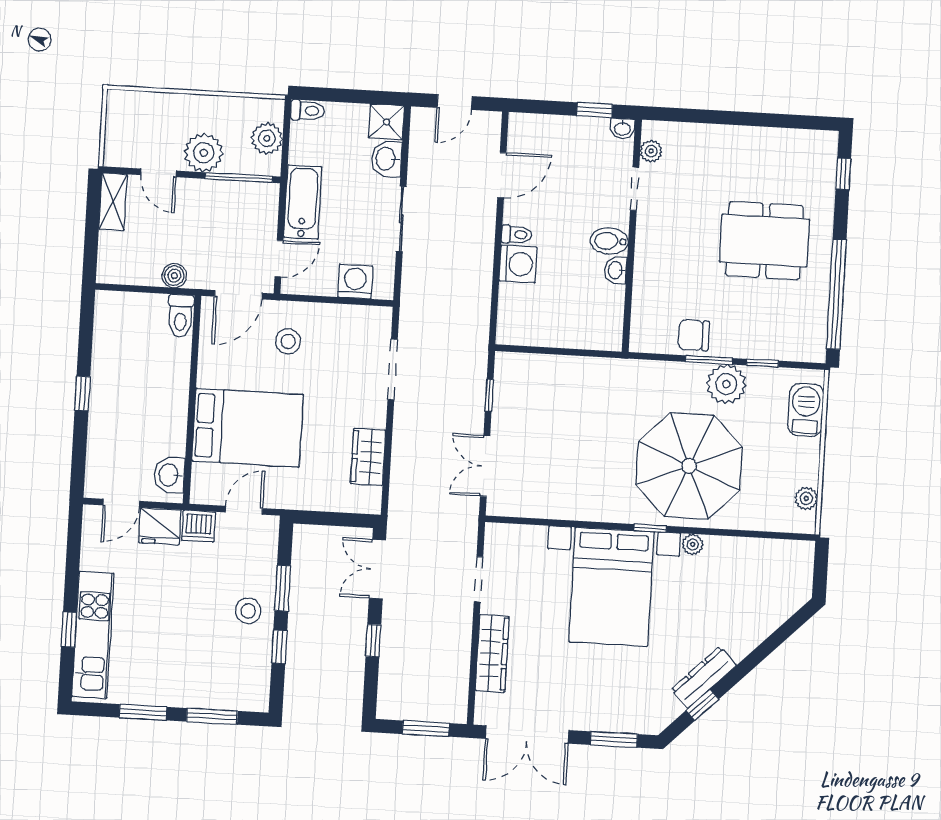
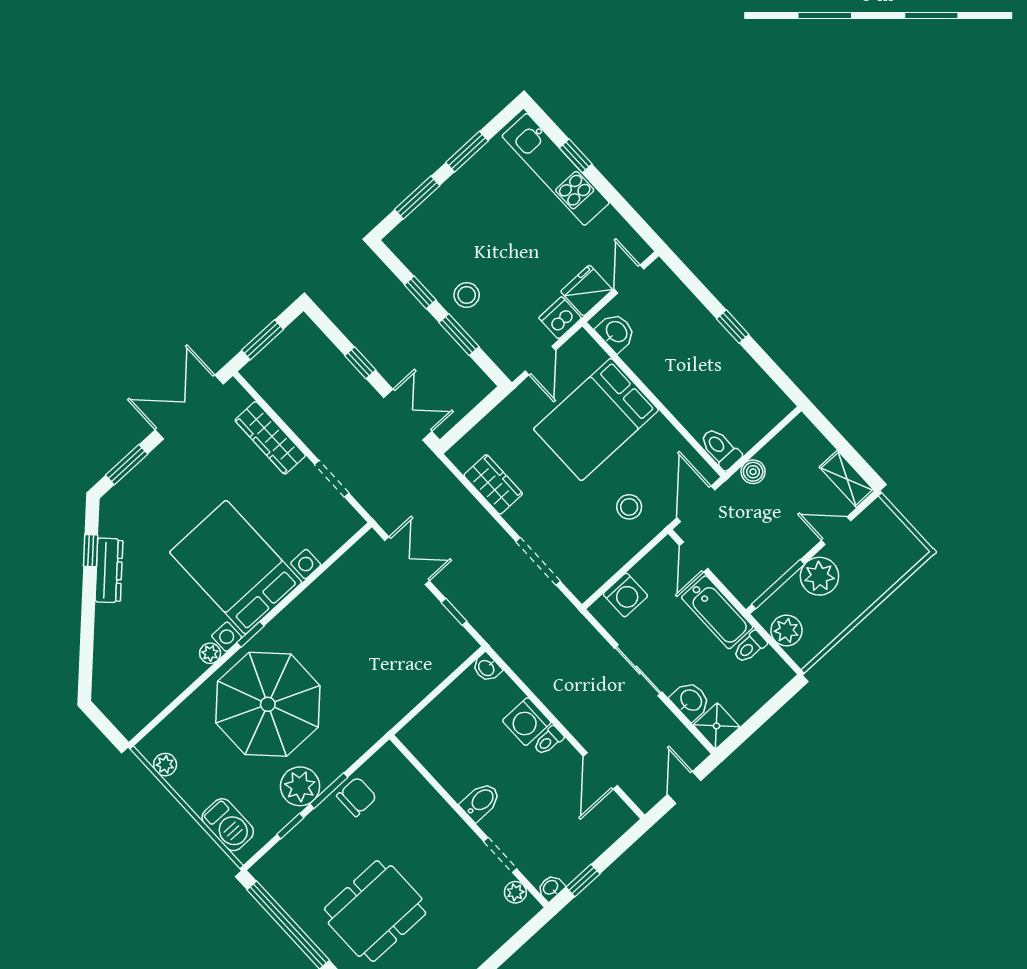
toilet: (307, 111) -> (750, 647), moved
washbasin: (616, 270) -> (487, 668), moved, turned 180

